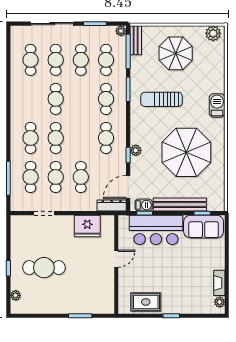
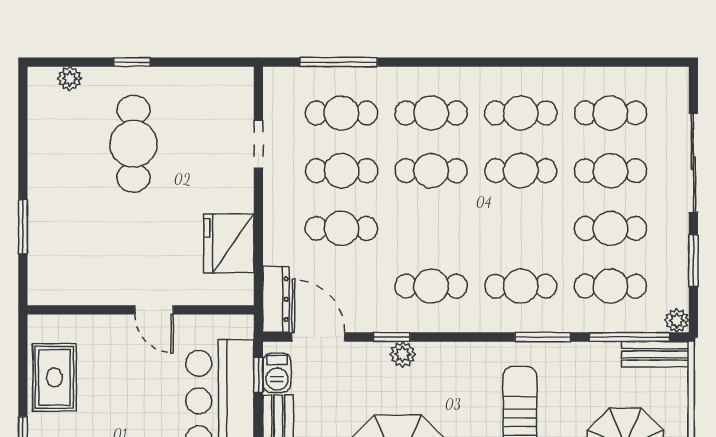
cafe table: (31, 99) -> (521, 113), added

